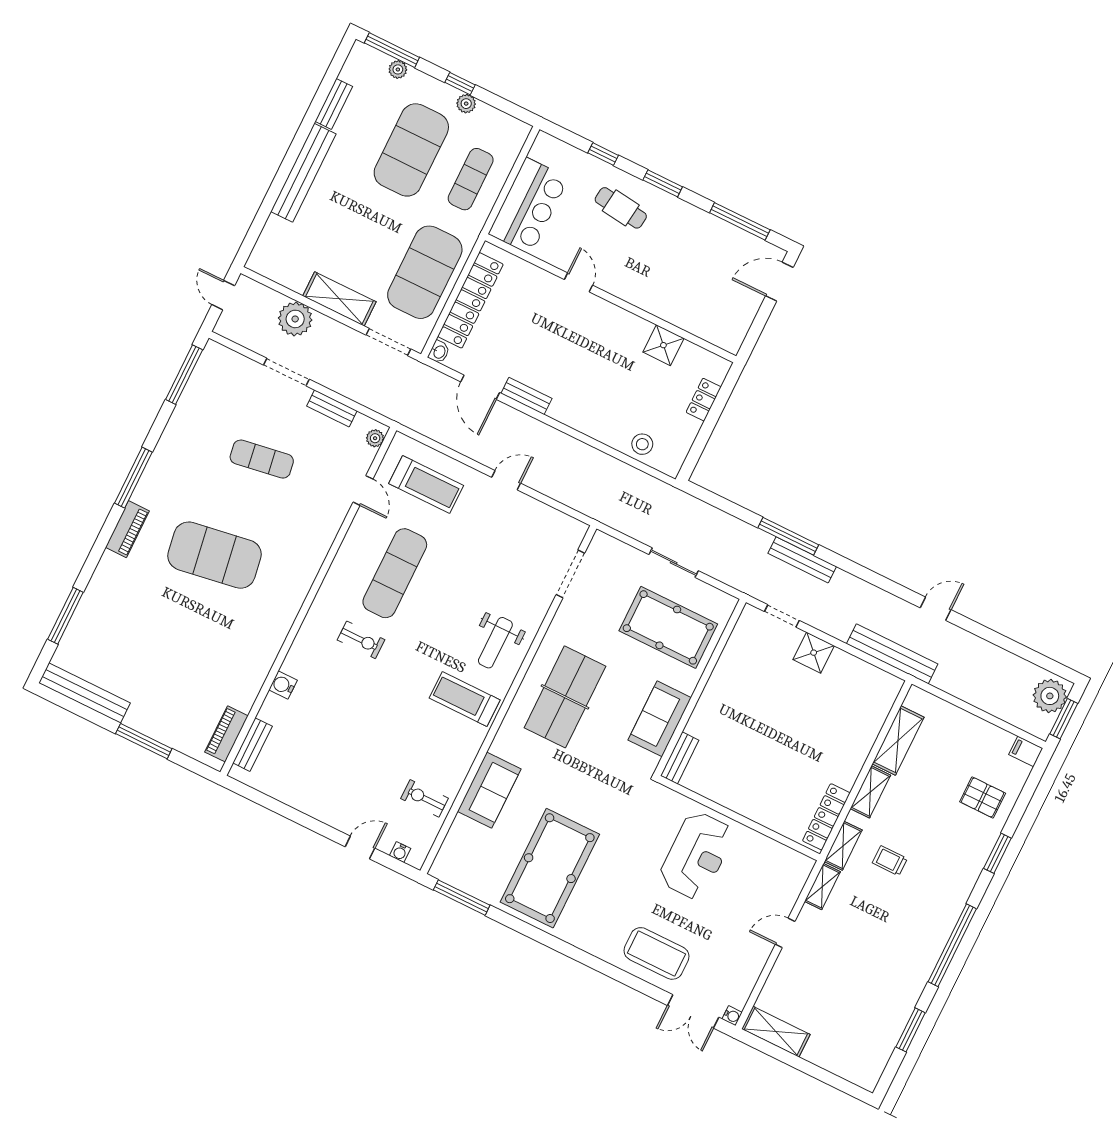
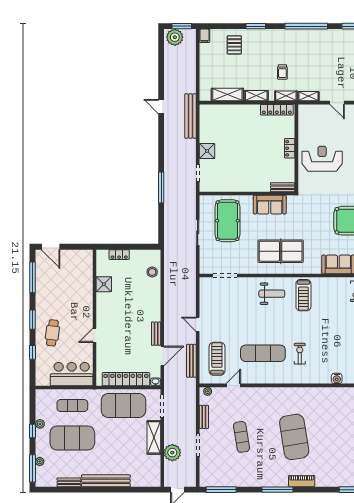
bench: (802, 560) -> (191, 361), moved
locker: (744, 806) -> (290, 148), added

